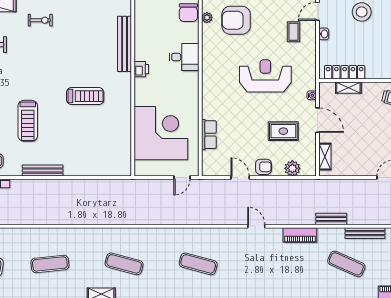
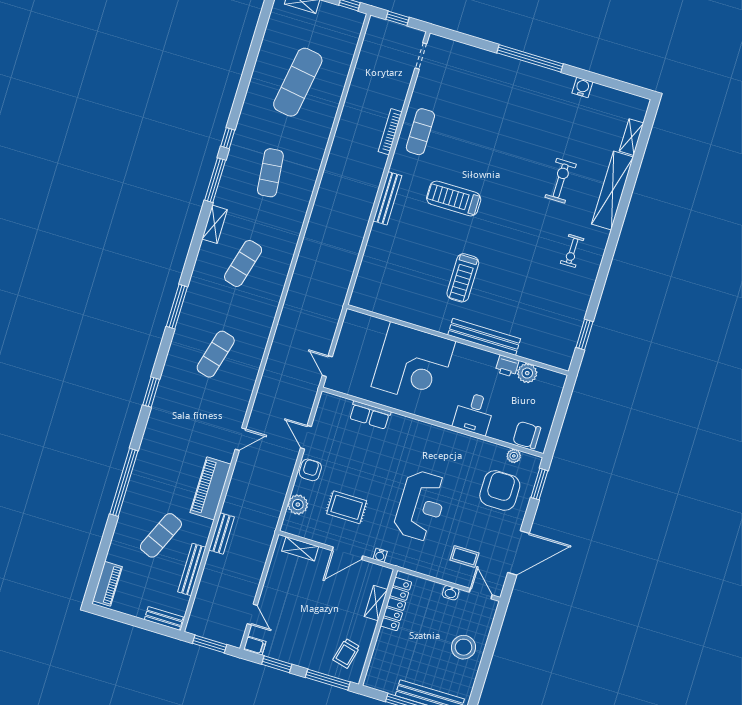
plant: (142, 26) -> (527, 373), added
bench: (125, 44) -> (484, 337), moved
printer: (141, 69) -> (507, 366), moved
rug: (283, 131) -> (347, 507), turned 90
corner desk: (161, 133) -> (413, 364), moved
armchair: (264, 167) -> (310, 470), turned 180
door: (240, 178) -> (306, 437), swing flipped
piano: (300, 235) -> (210, 488), width x1.37, depth x1.33

